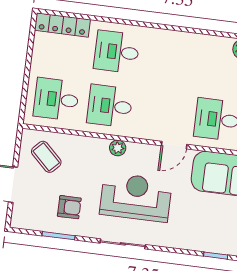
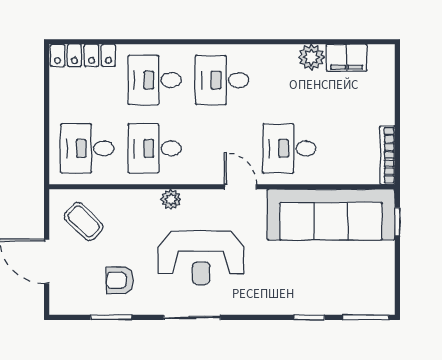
desk: (170, 59) -> (222, 80), added
door: (174, 145) -> (240, 187), swing flipped
reception desk: (136, 197) -> (201, 258), turned 180
armchair: (69, 207) -> (120, 280), turned 180

